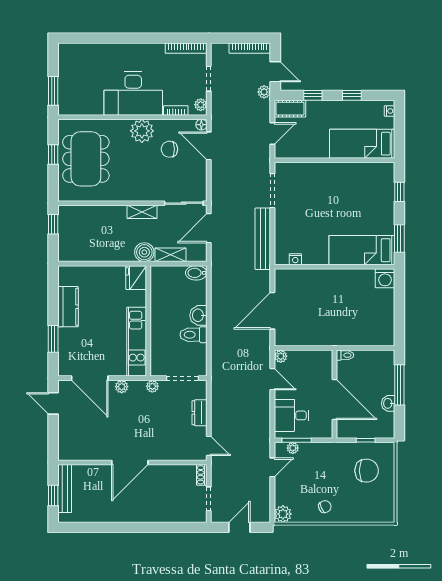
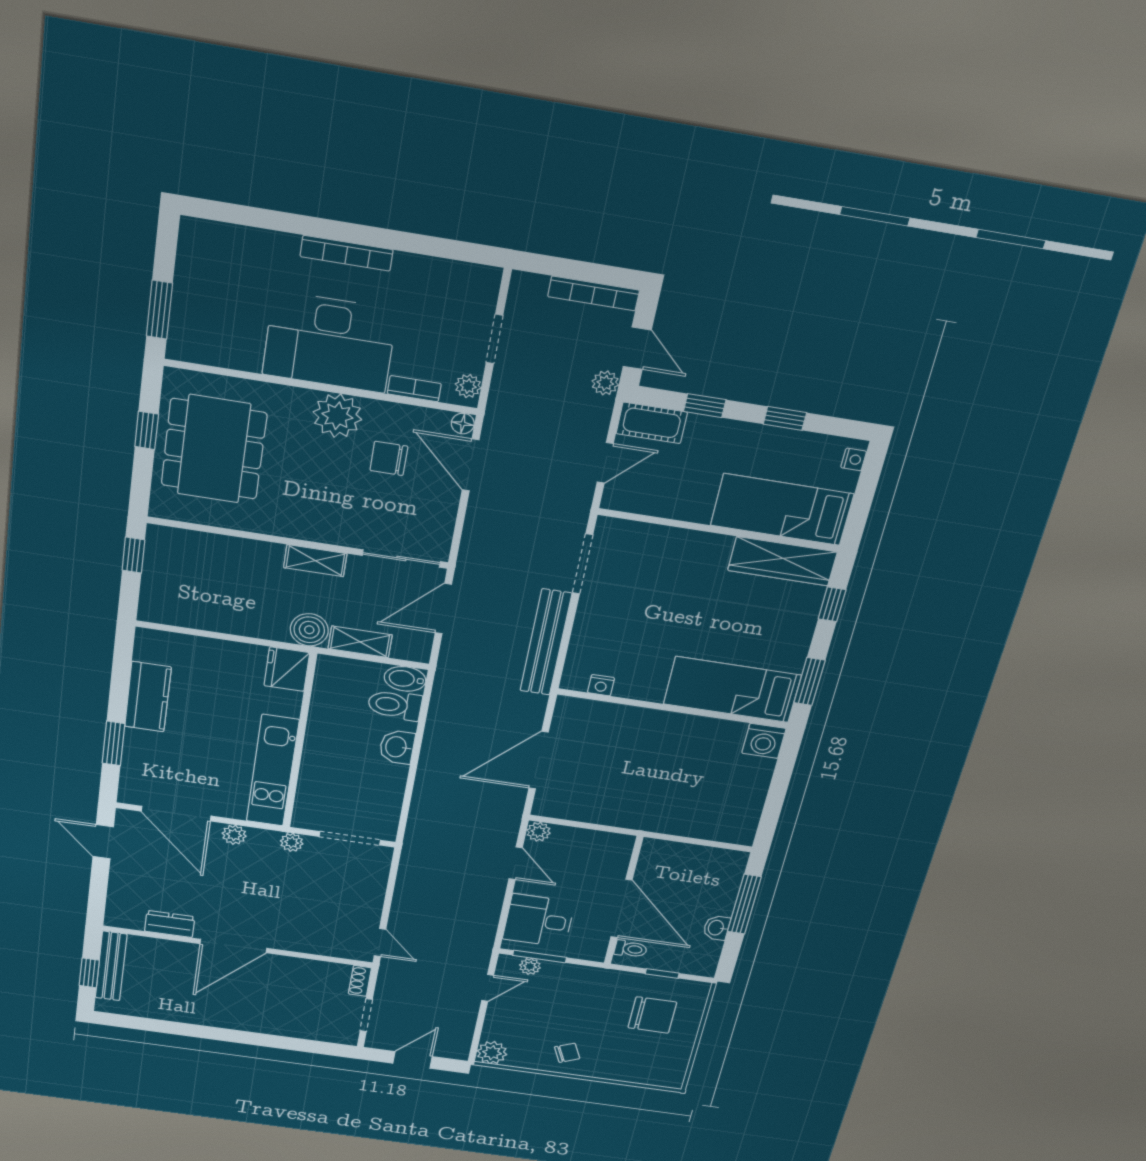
bookcase: (186, 48) -> (347, 253), moved
wardrobe: (369, 172) -> (782, 561), added
toilet: (193, 335) -> (395, 705), moved
toilet: (345, 355) -> (631, 949), moved
dresser: (199, 413) -> (170, 924), moved, turned 90

